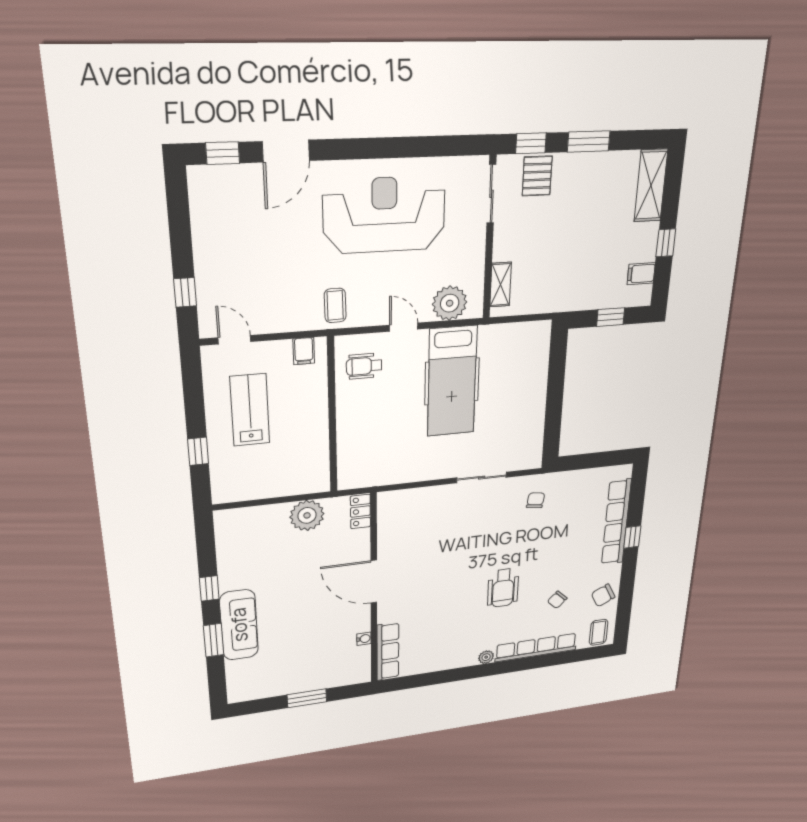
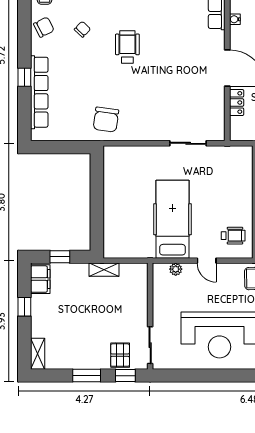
shelving: (651, 186) -> (38, 354), width x0.67, depth x0.75
filing cabinet: (641, 274) -> (40, 279), width x2.00
shelving: (501, 285) -> (104, 270), moved, turned 90
plant: (450, 303) -> (176, 269), width x0.53, depth x0.53
sliding door: (482, 478) -> (188, 143), moved
chair: (536, 500) -> (106, 120), width x1.87, depth x1.87
locker: (360, 511) -> (237, 103), moved

